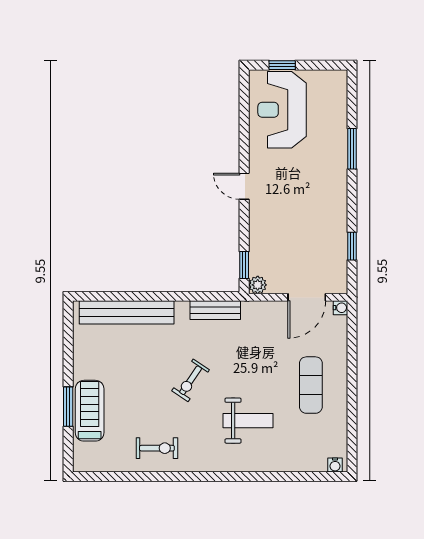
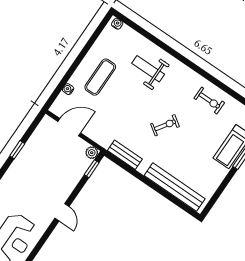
window: (352, 246) -> (17, 150), moved
water cooler: (340, 308) -> (68, 89), moved
weight bench: (248, 421) -> (148, 69), moved
exercise bike: (157, 448) -> (209, 100), turned 180

